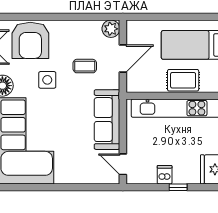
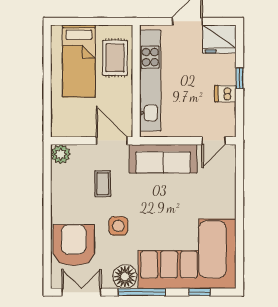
armchair: (30, 40) -> (74, 245), turned -90
door: (123, 58) -> (112, 141), moved
rug: (183, 80) -> (115, 58), moved

